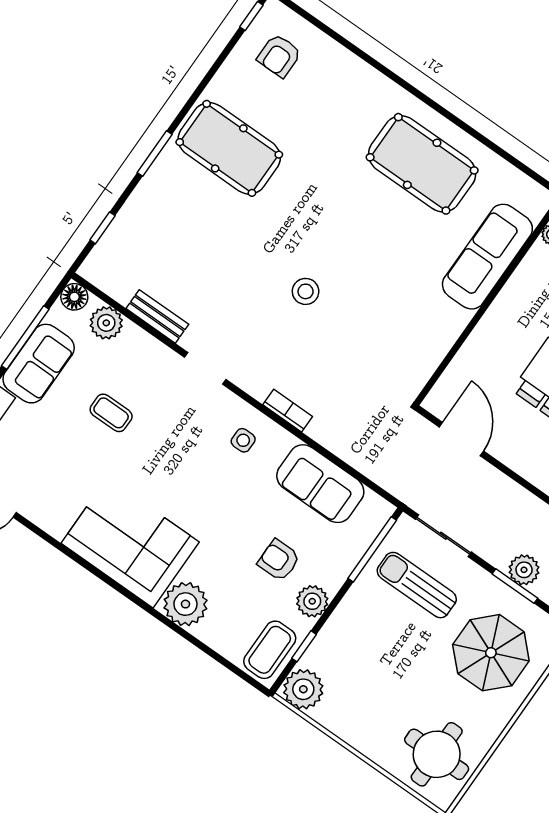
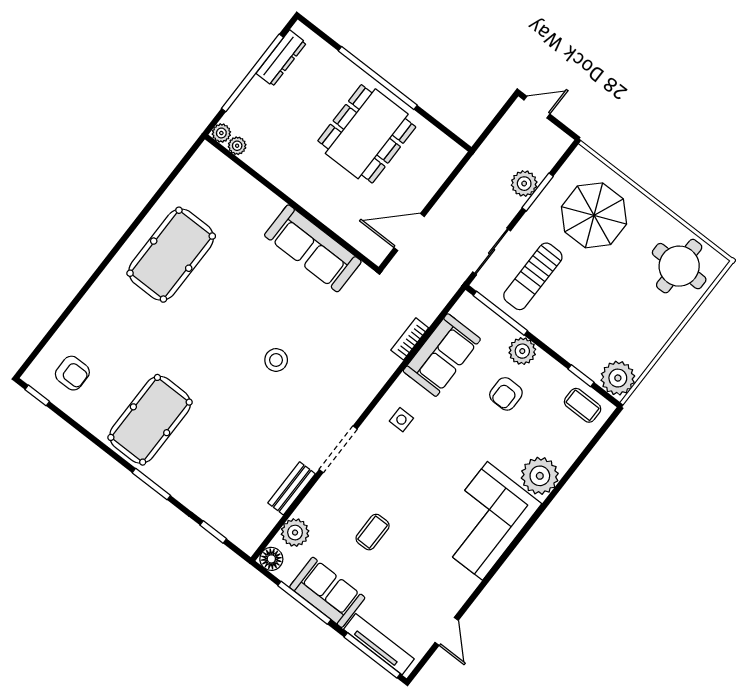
sofa: (487, 257) -> (313, 248), moved
doorway: (205, 368) -> (338, 449), width x1.38
bookcase: (288, 411) -> (410, 339), moved
plant: (312, 601) -> (522, 351), moved
coffee table: (270, 650) -> (583, 405), width x0.73, depth x0.77

